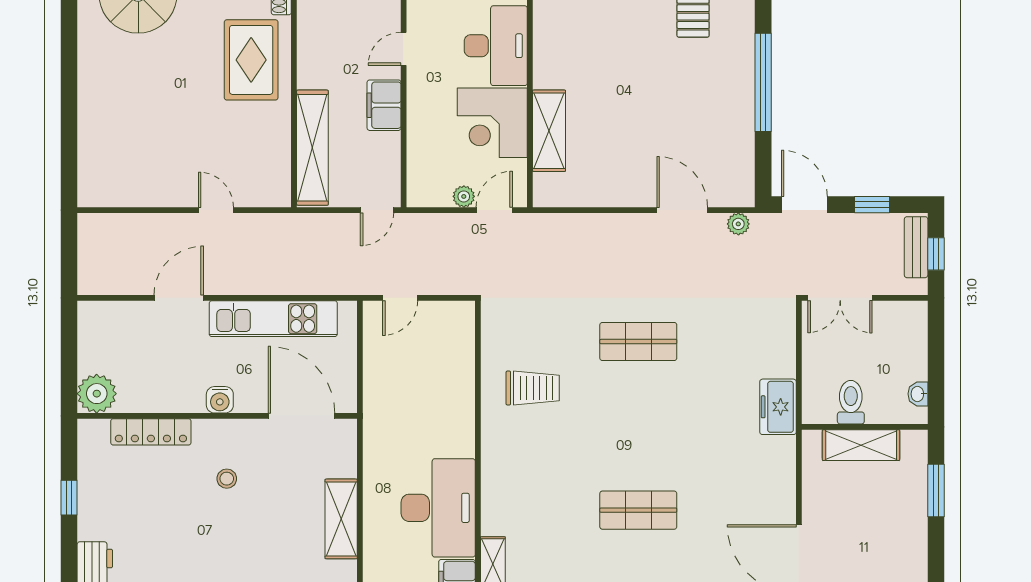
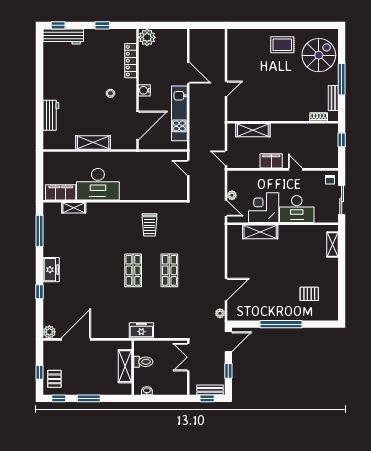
rug: (251, 60) -> (282, 45), moved, width x0.73, depth x0.70
shelving: (312, 148) -> (253, 130), width x0.68
window: (936, 491) -> (89, 398), moved
shop shelf: (638, 510) -> (133, 270), moved

